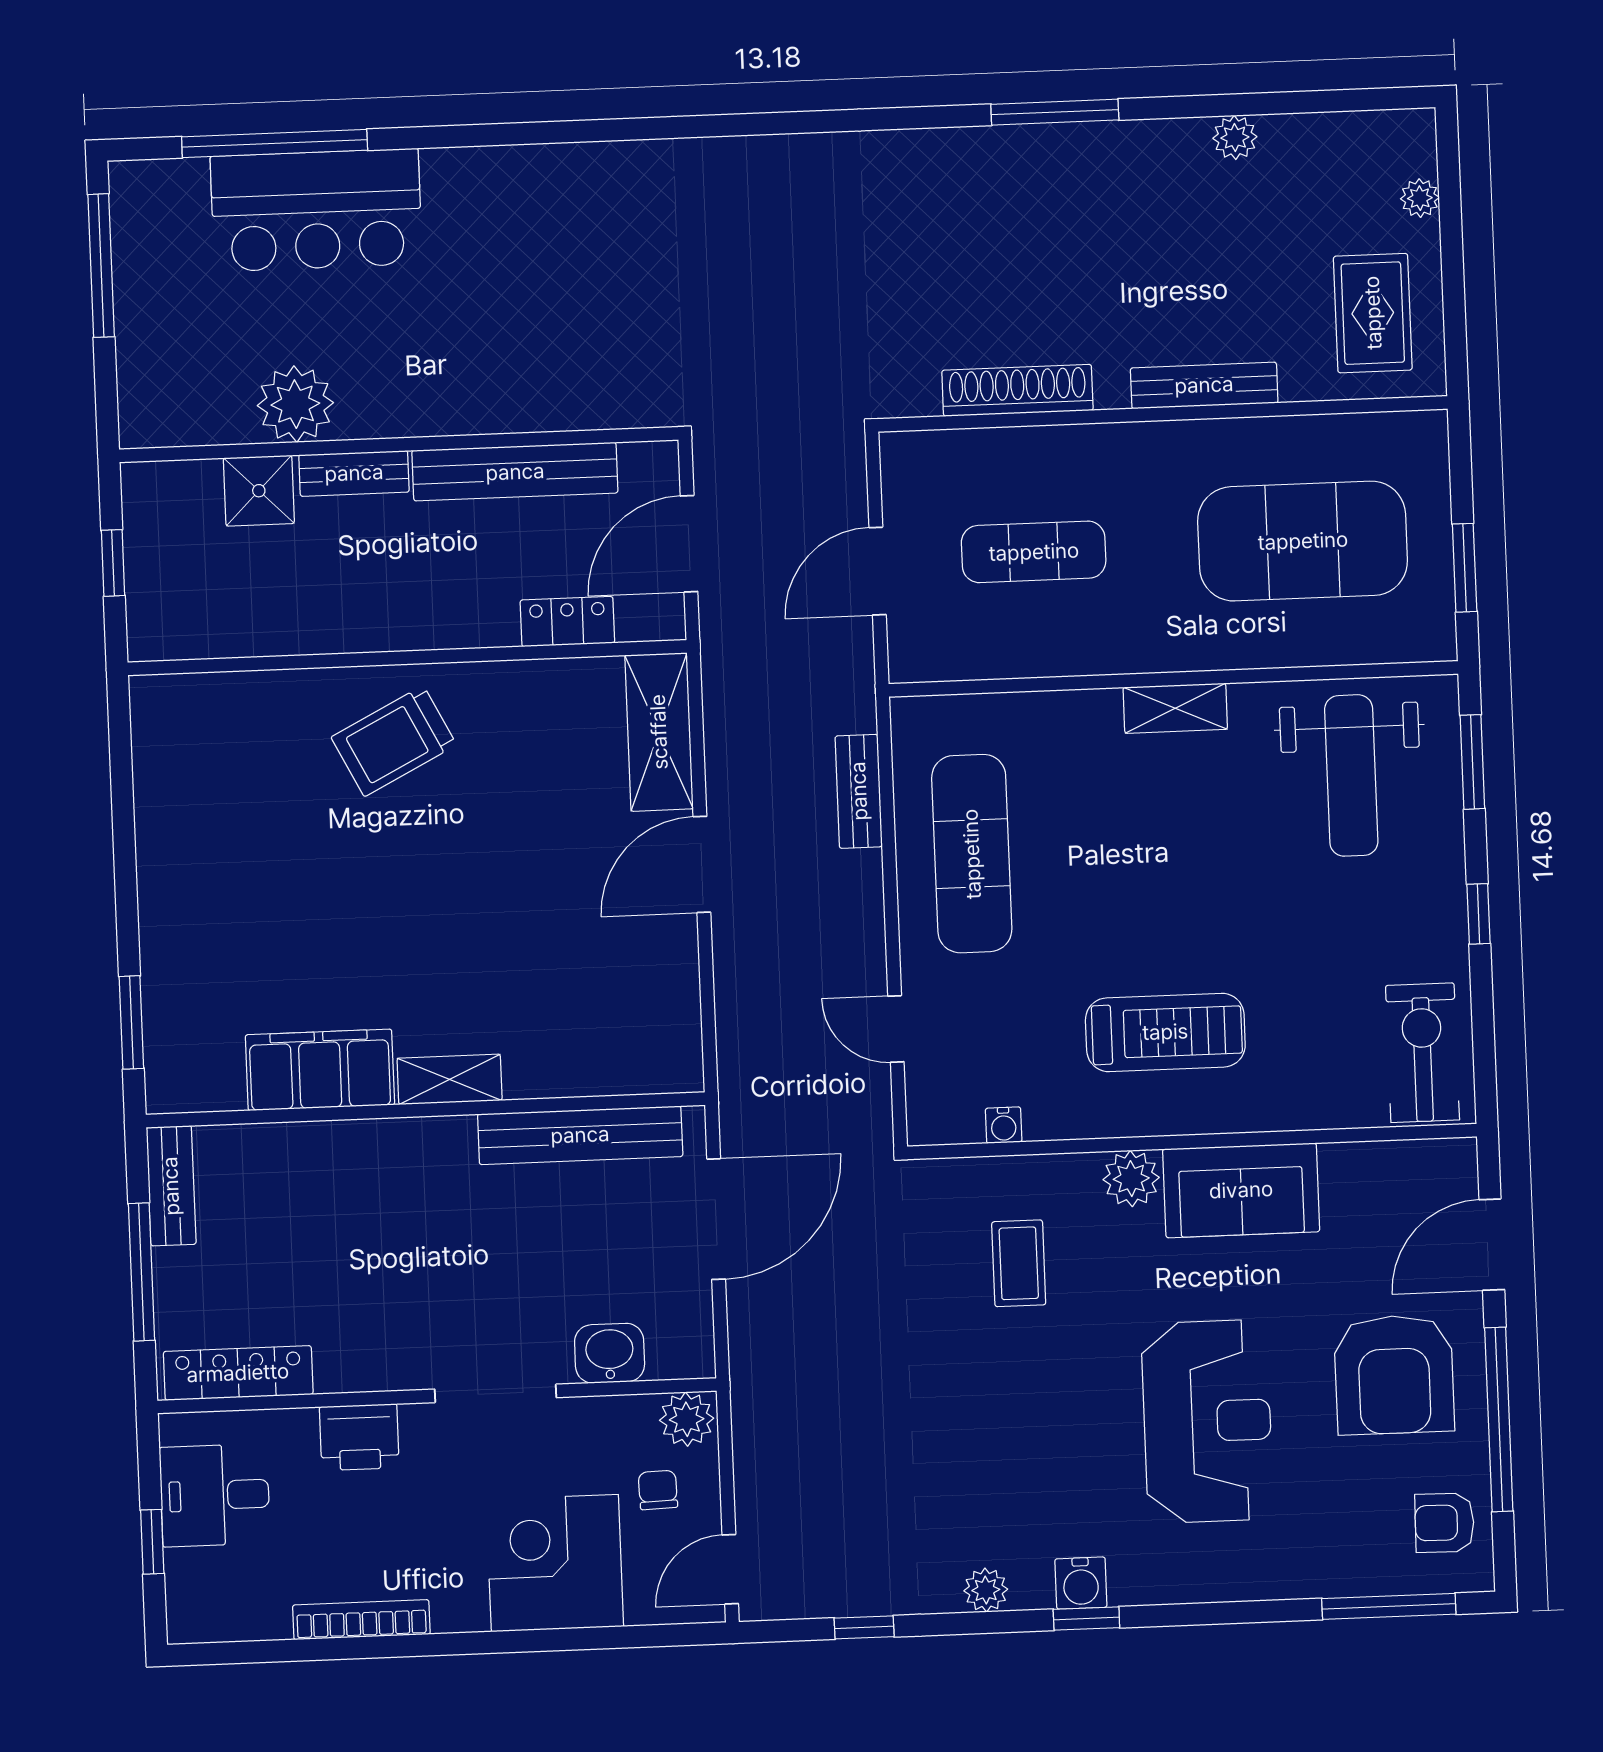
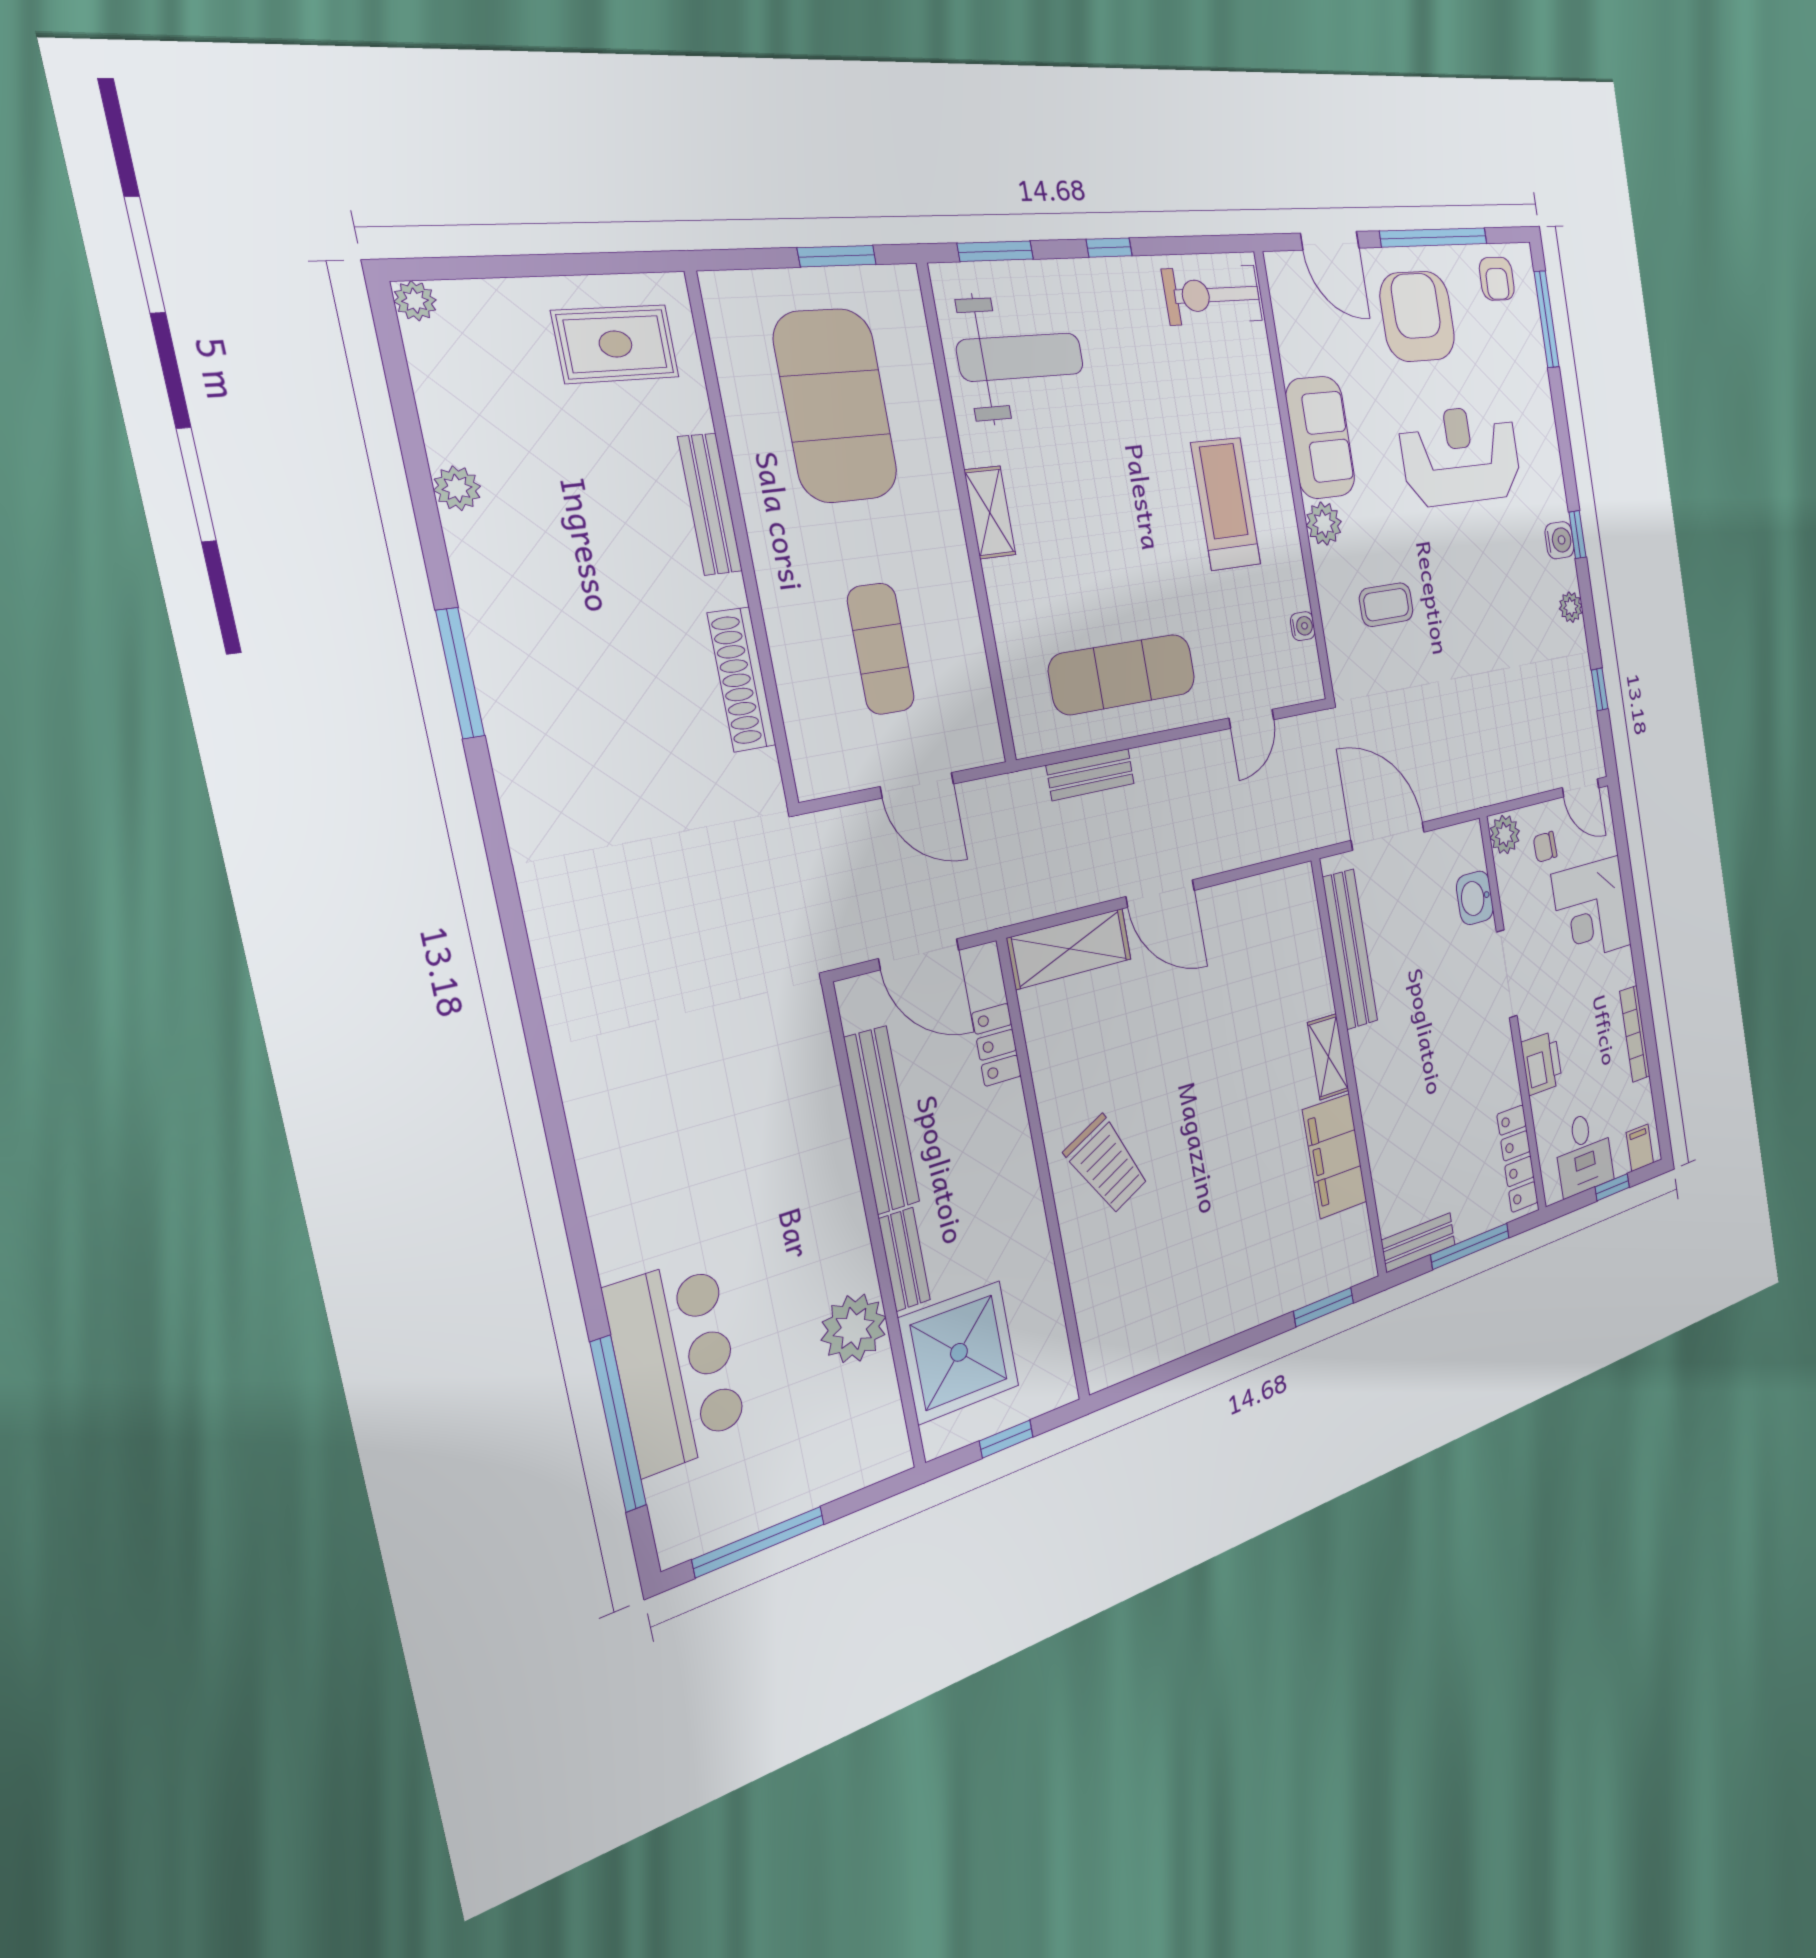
plant: (1420, 198) -> (415, 301), moved
shower: (259, 491) -> (959, 1352), width x1.86, depth x1.86
armchair: (1394, 1375) -> (1417, 316), turned -90
filing cabinet: (195, 1604) -> (1640, 1148), added

